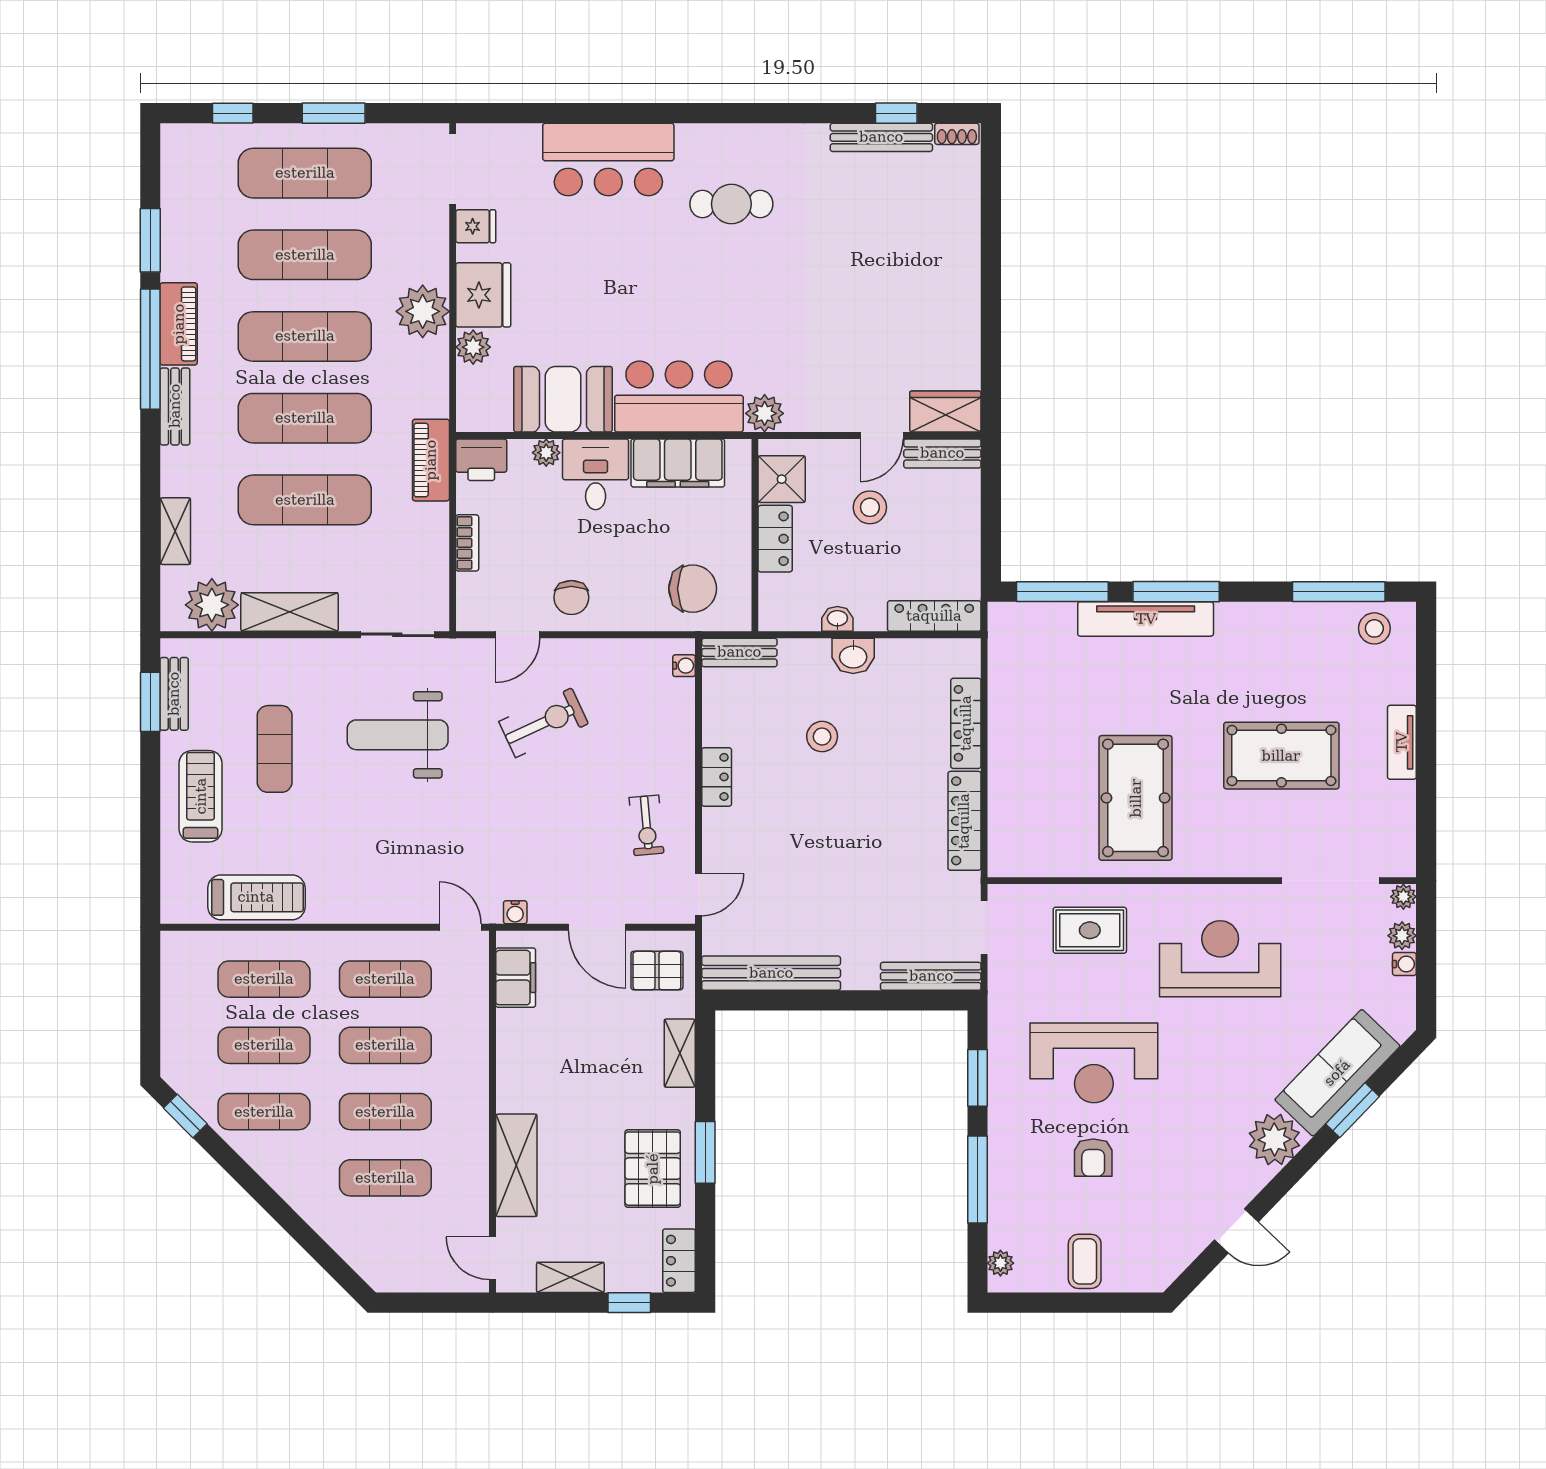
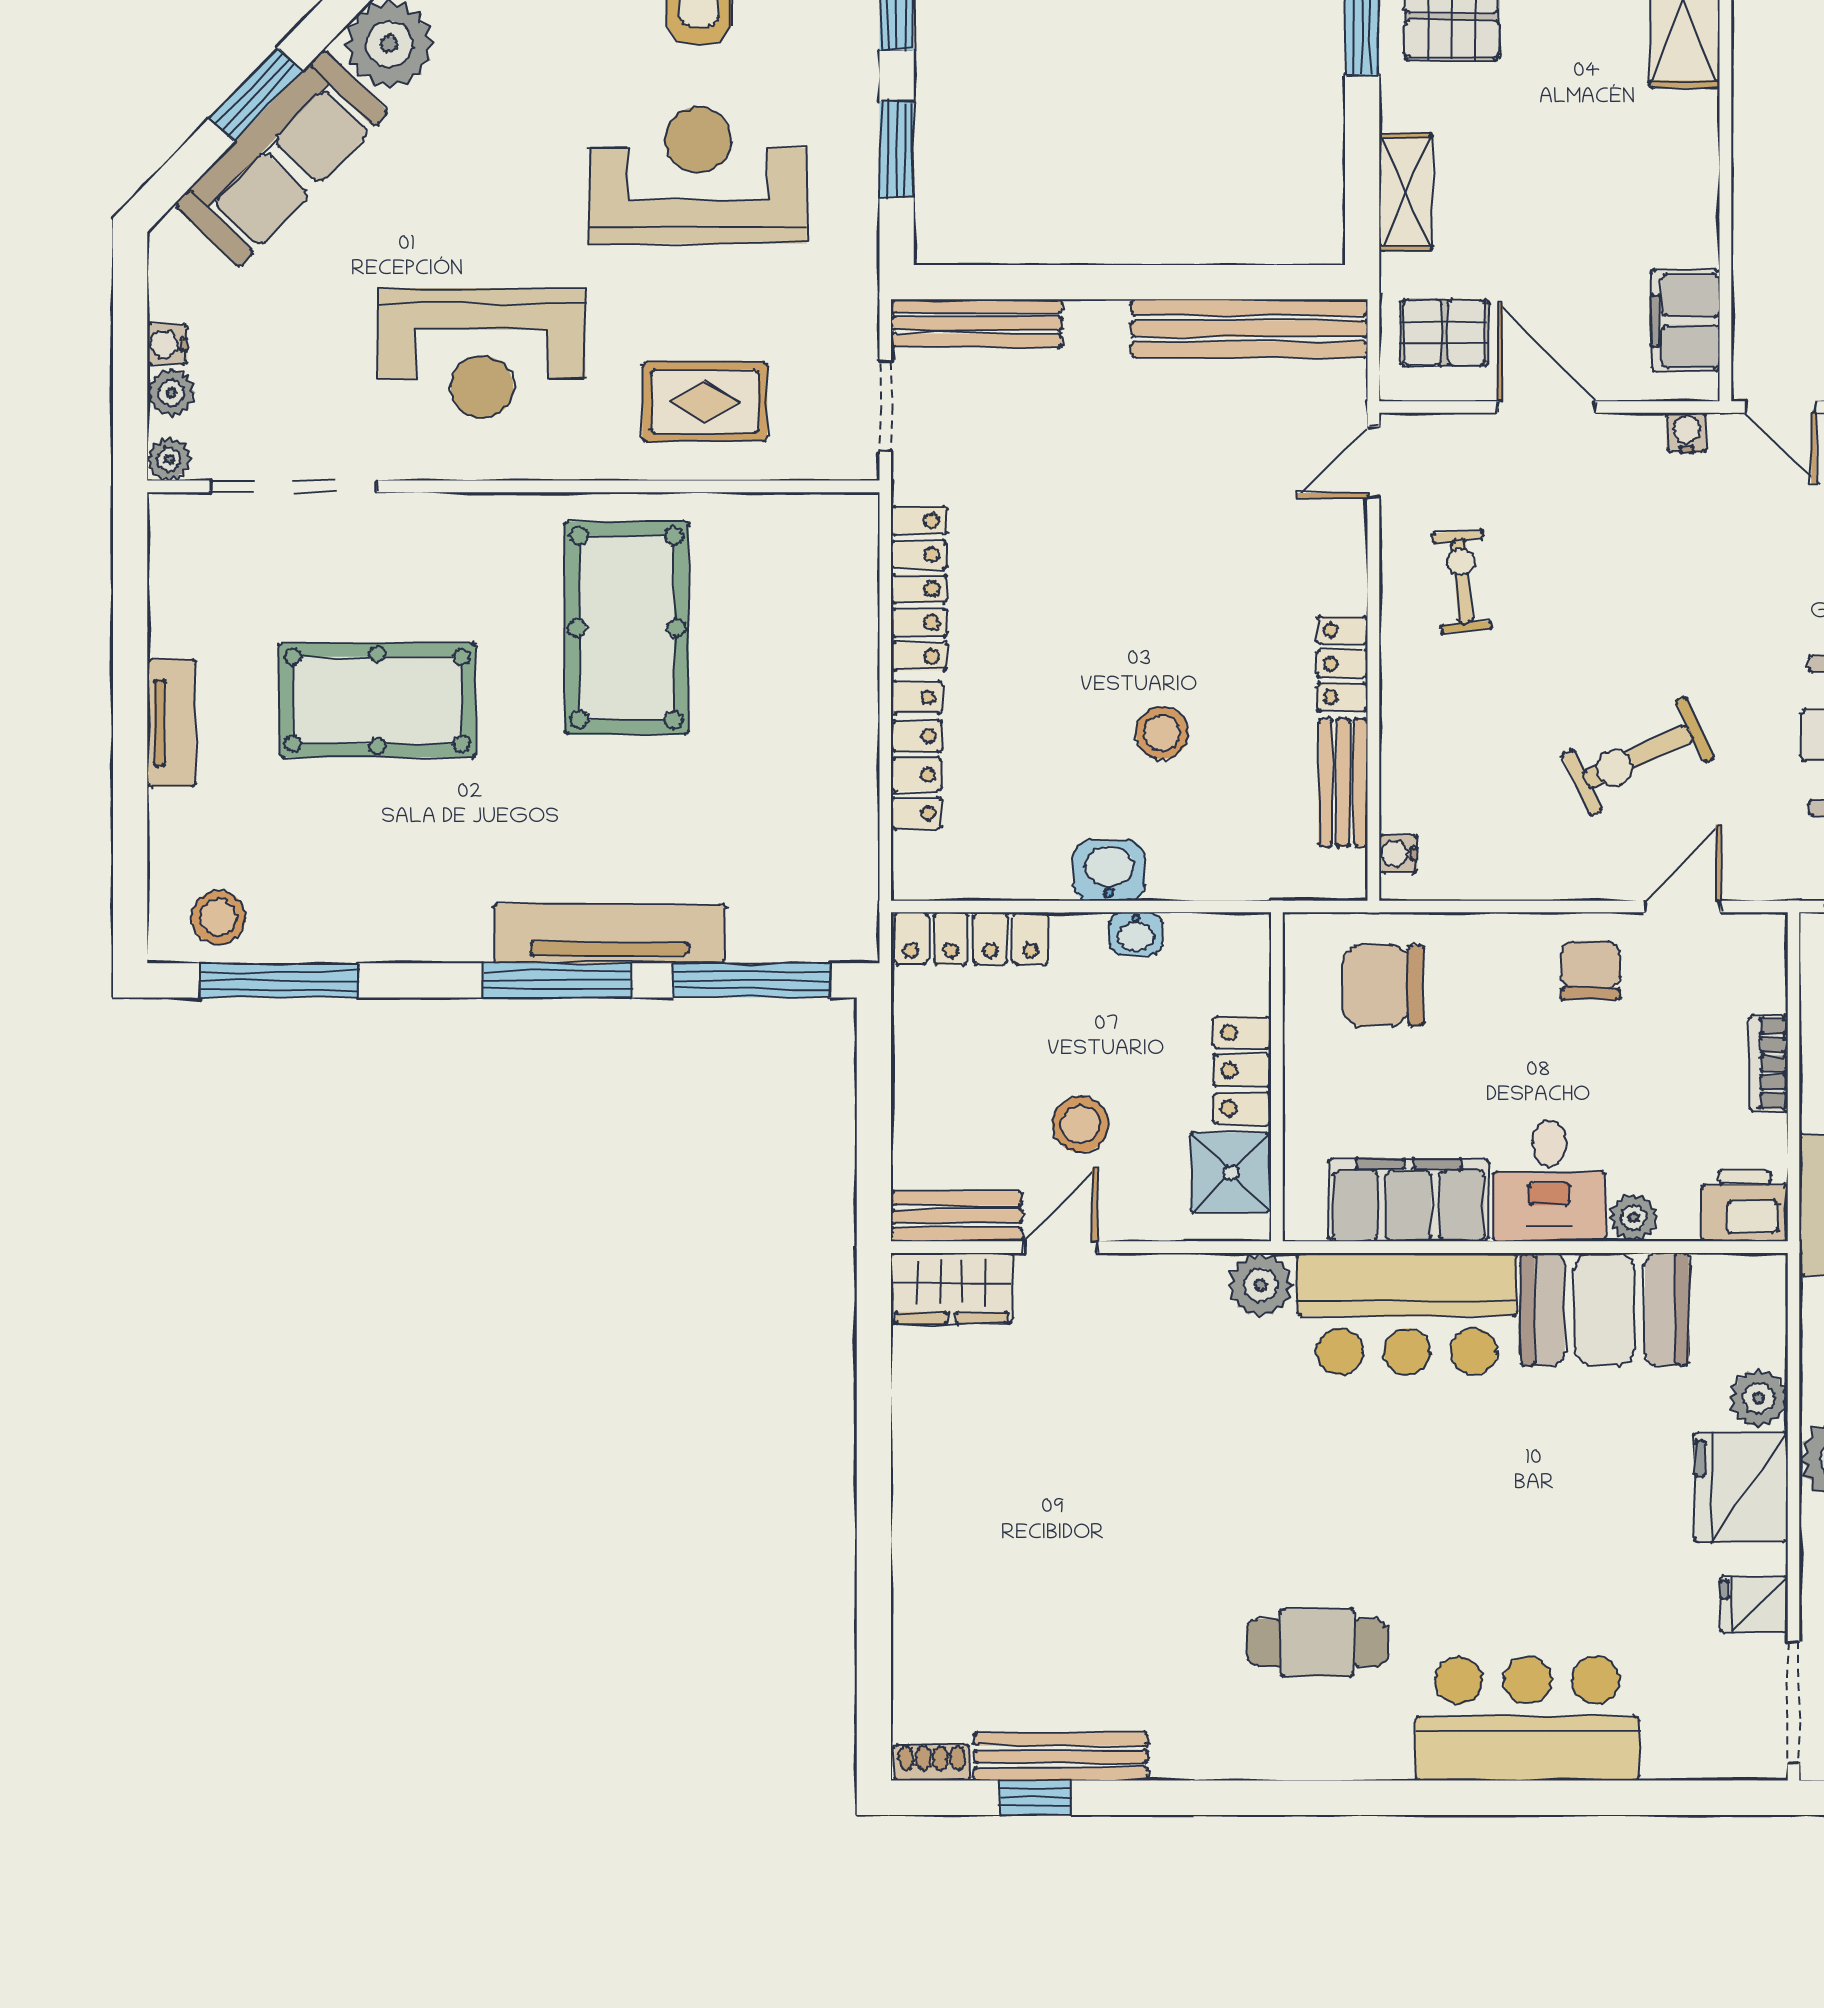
bench: (739, 652) -> (1343, 783), moved, turned 90

